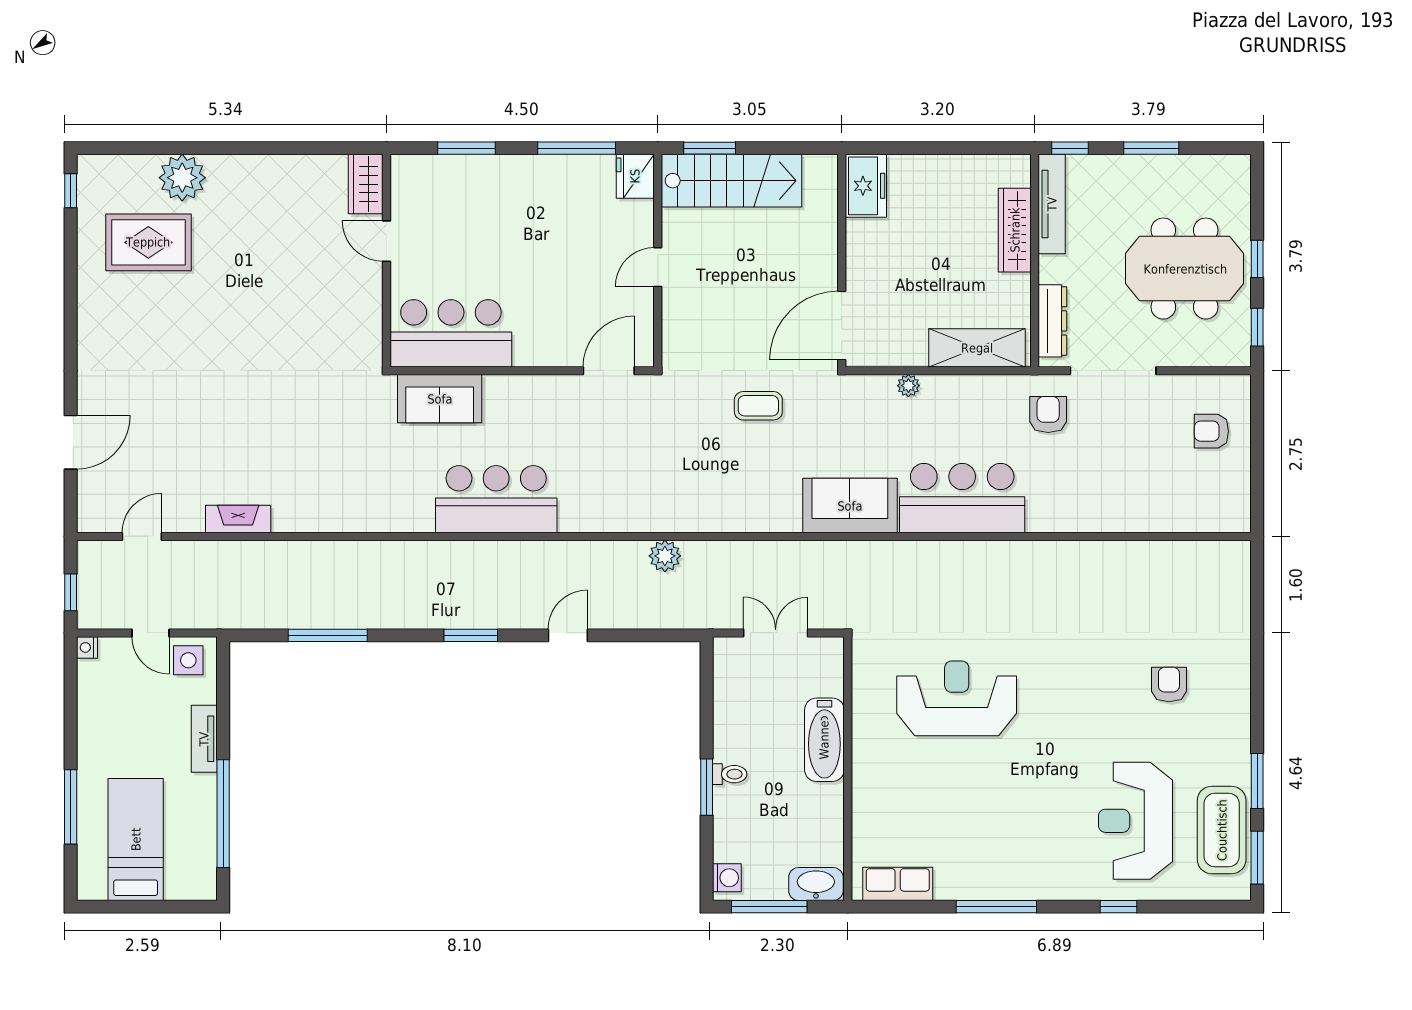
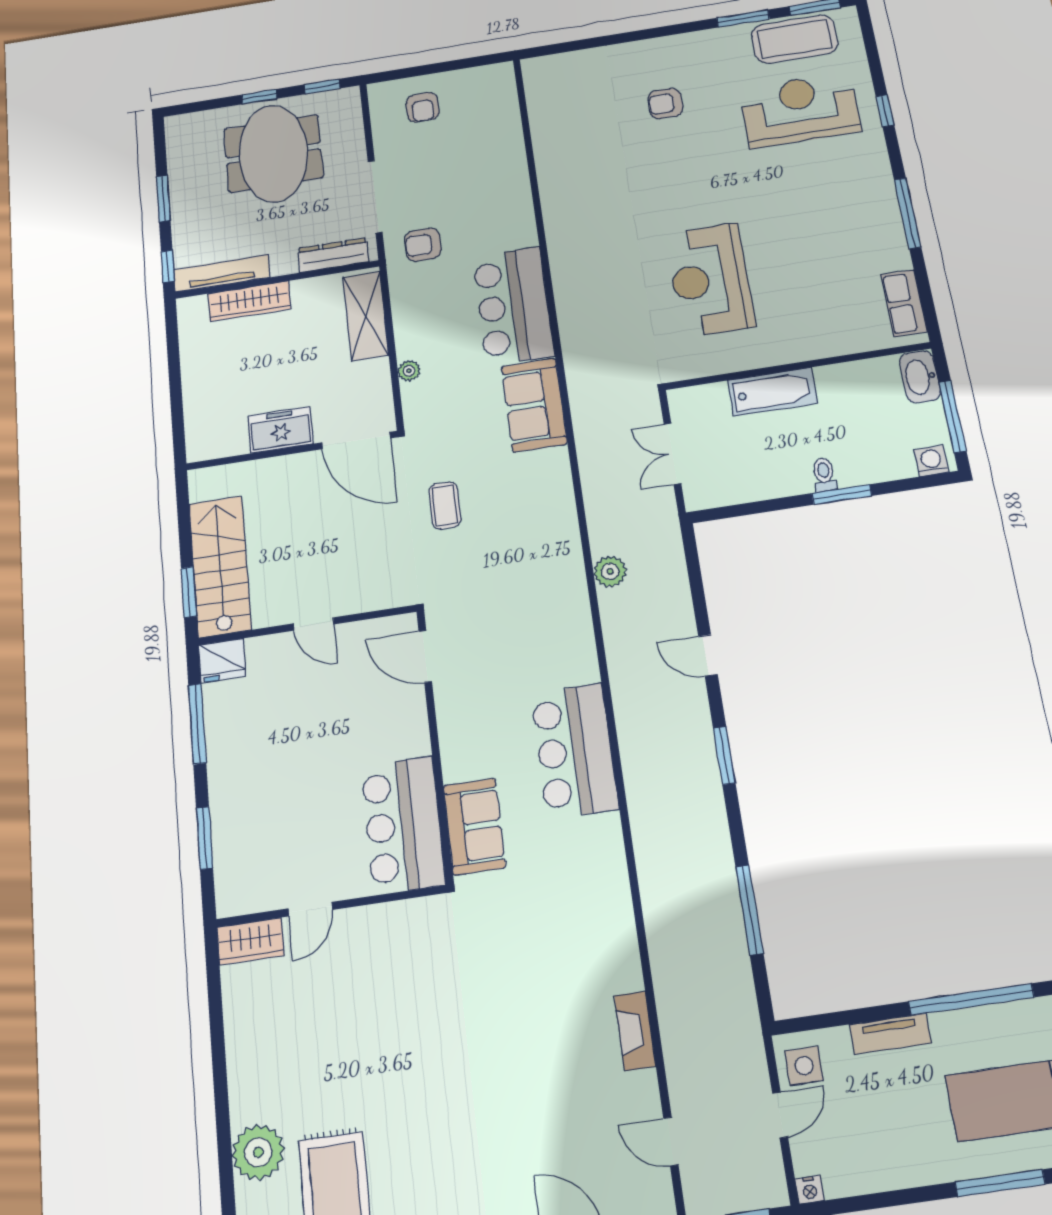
freezer: (866, 186) -> (281, 430), moved
reception desk: (1135, 821) -> (800, 110), turned 180

